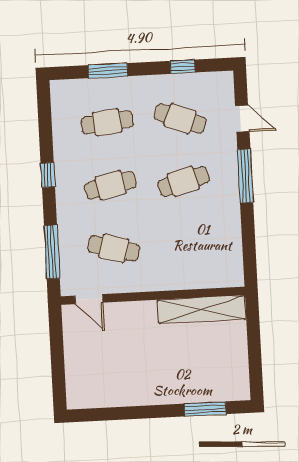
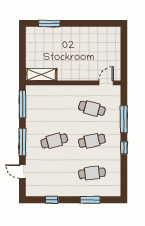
cafe table: (180, 119) -> (54, 173), removed
window: (249, 250) -> (22, 104), added
window: (52, 252) -> (124, 119), moved
door: (89, 299) -> (106, 83), hinge flipped
shelving: (202, 310) -> (41, 75), width x0.68

